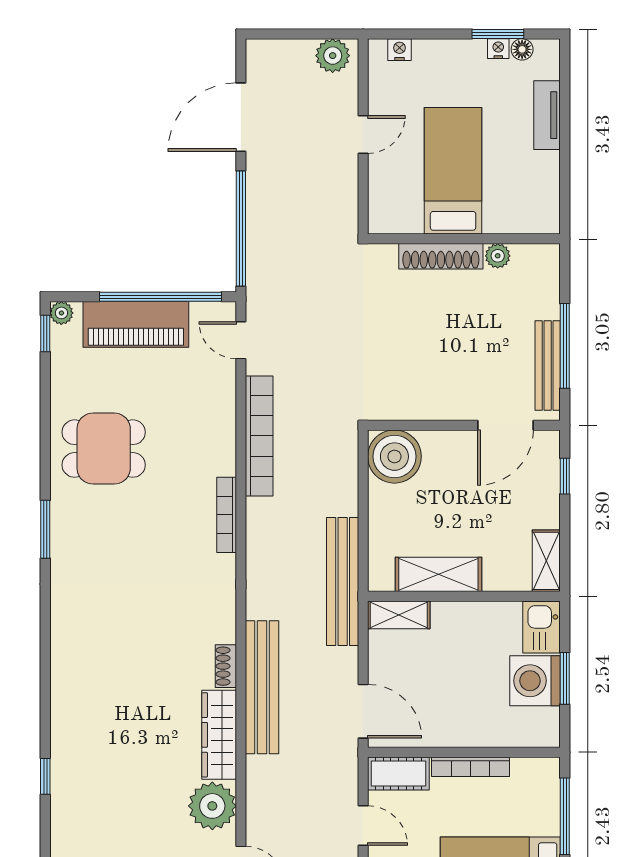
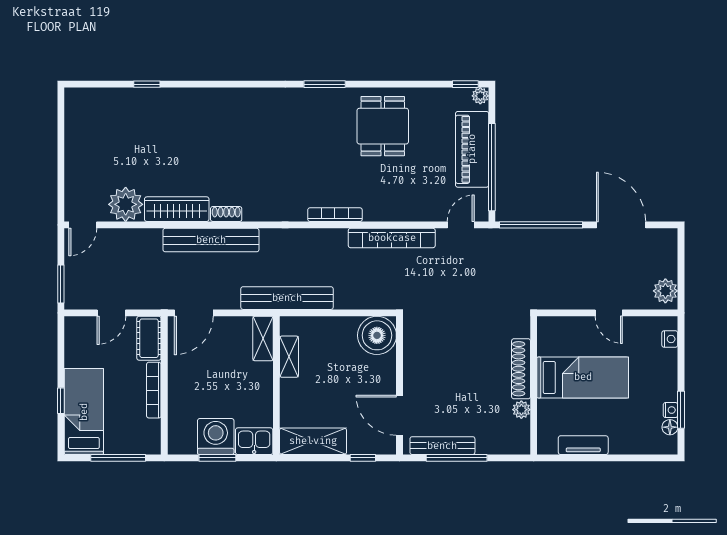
tv unit: (547, 115) -> (583, 445), moved
shelving: (546, 561) -> (313, 441), width x1.50, depth x1.33
shelving: (438, 574) -> (289, 357), width x0.67, depth x0.75

